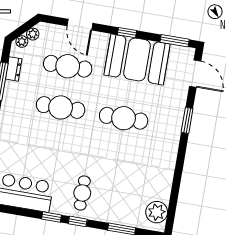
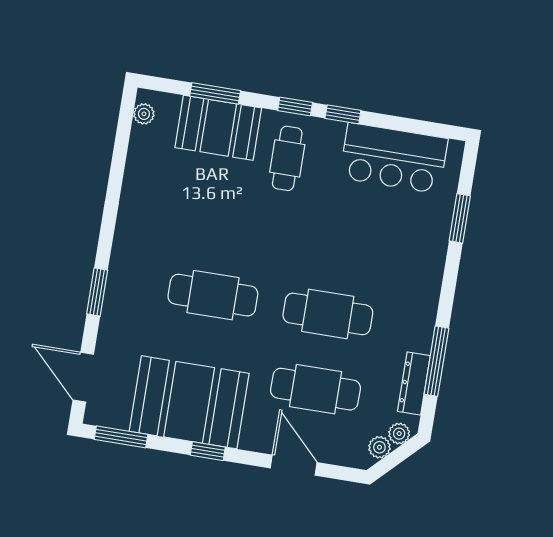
dresser: (14, 69) -> (414, 383), width x1.44
booth: (120, 210) -> (218, 128), added
plant: (157, 212) -> (144, 114), width x0.53, depth x0.53

